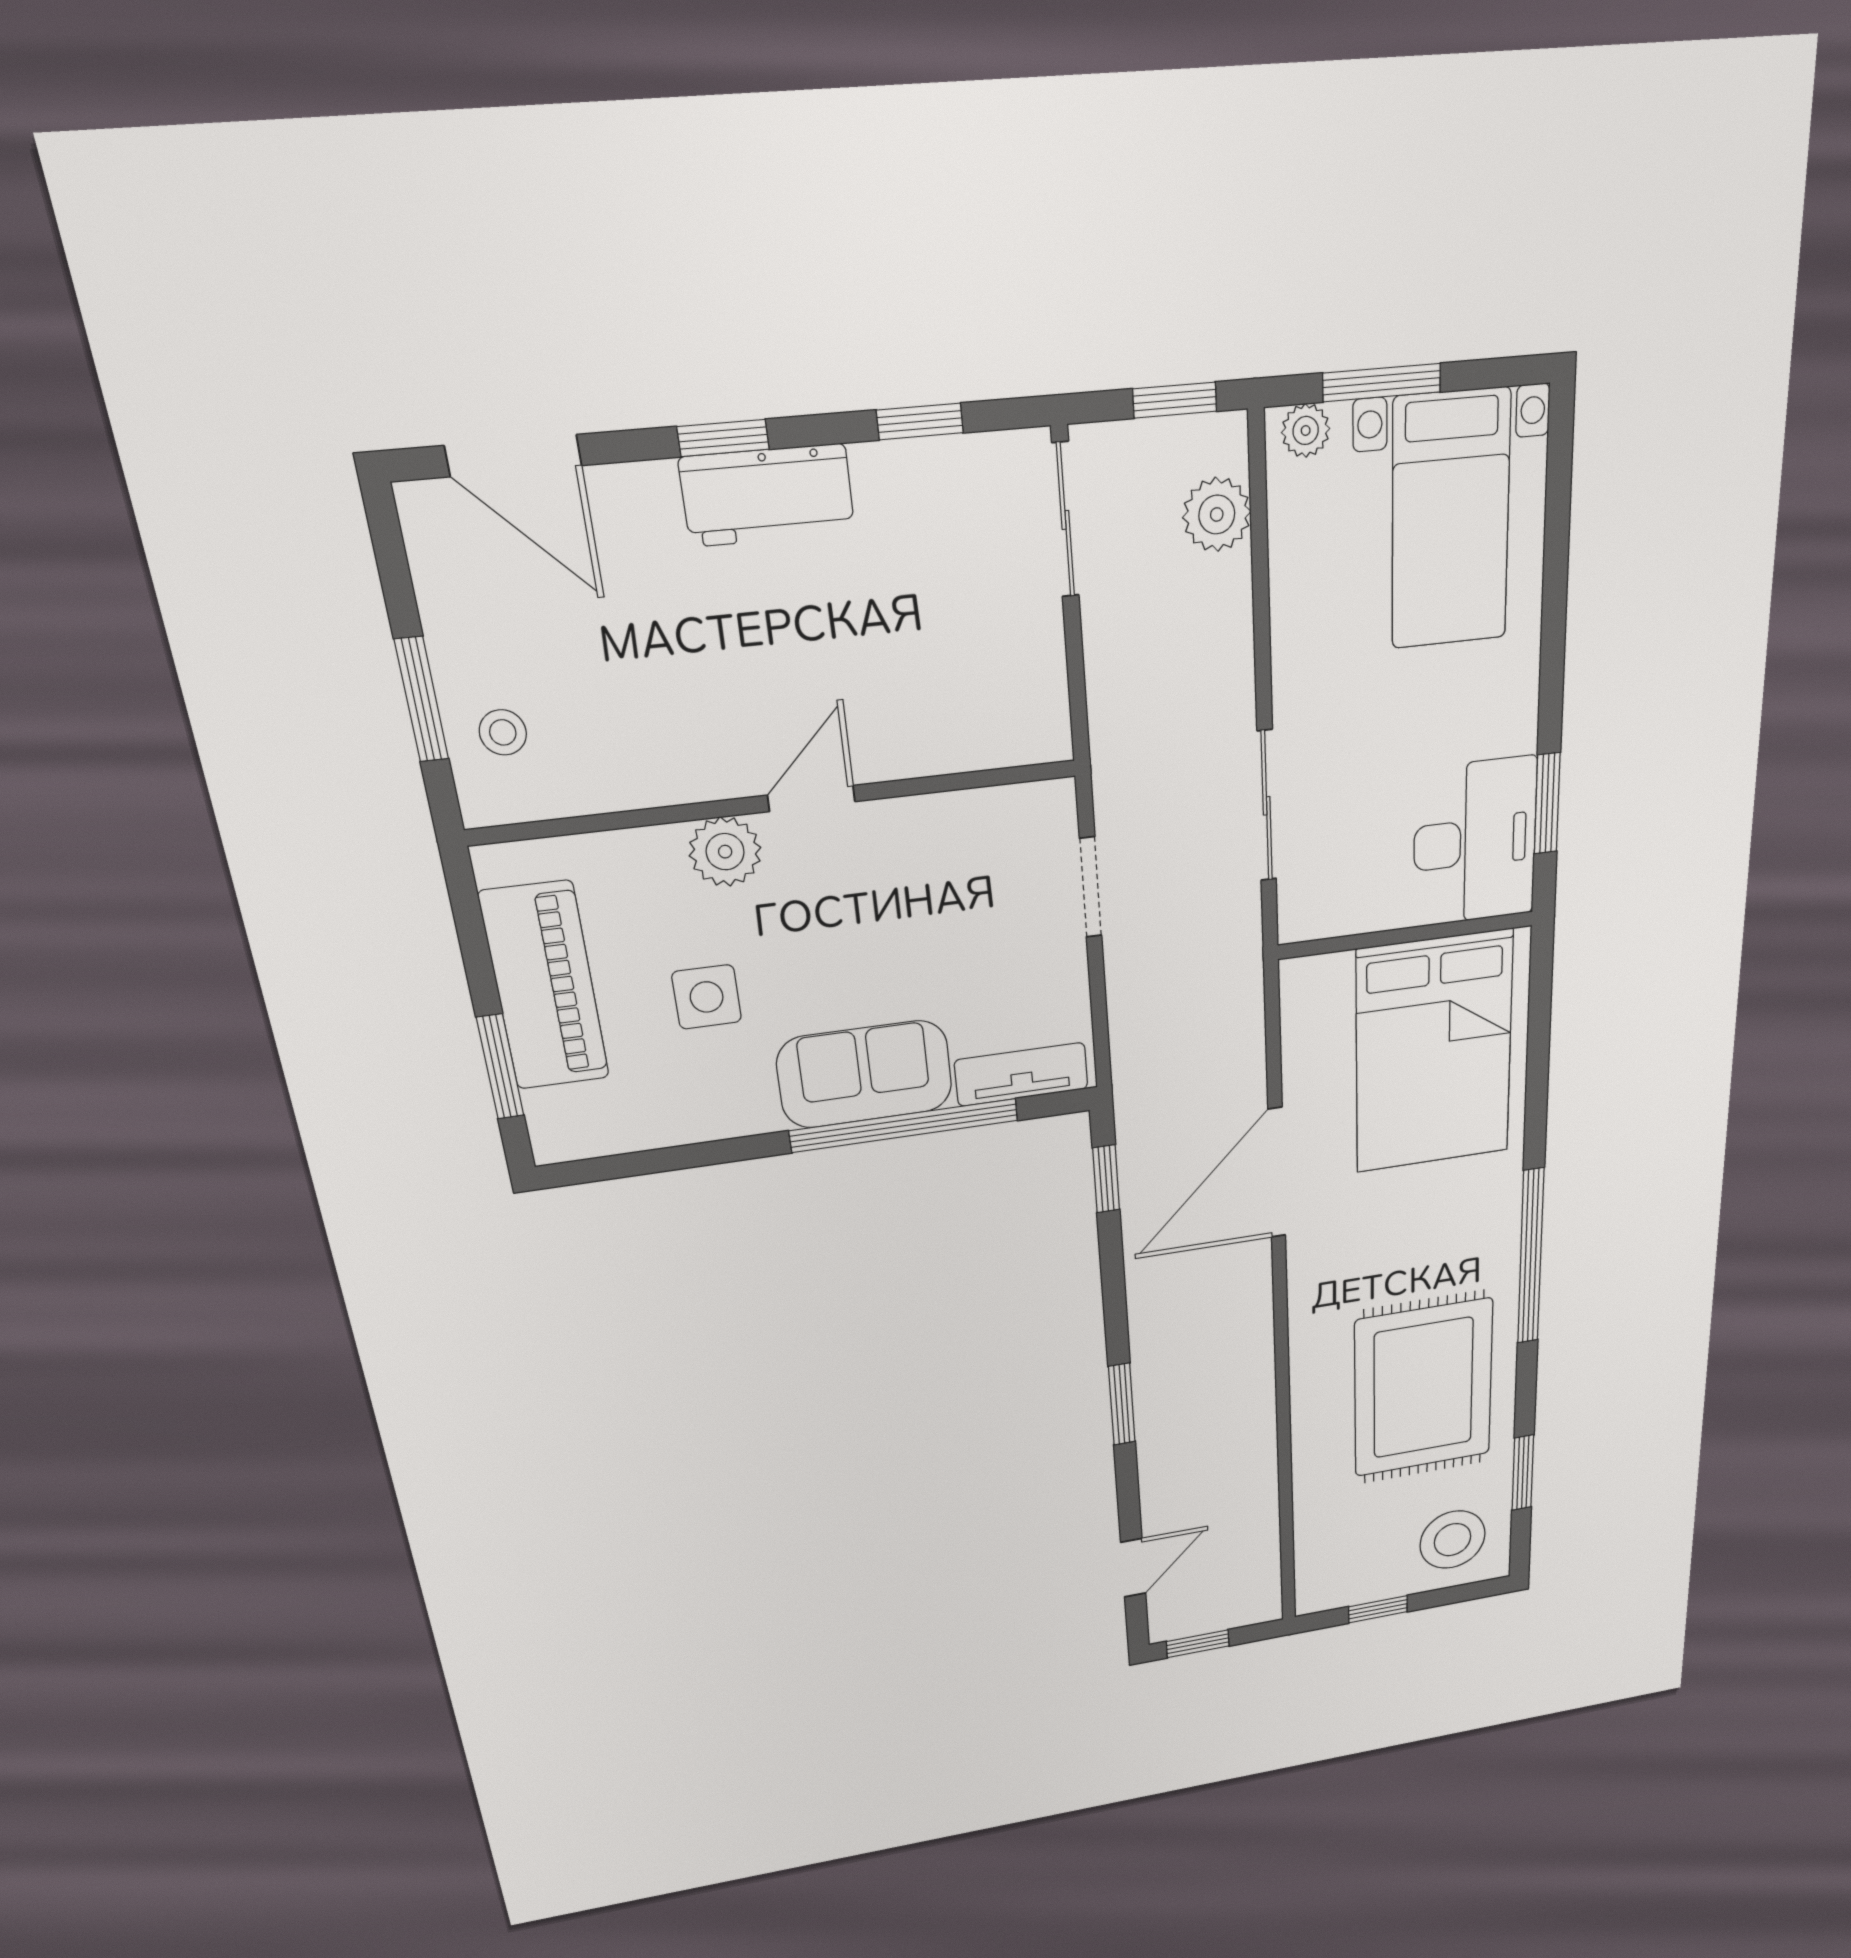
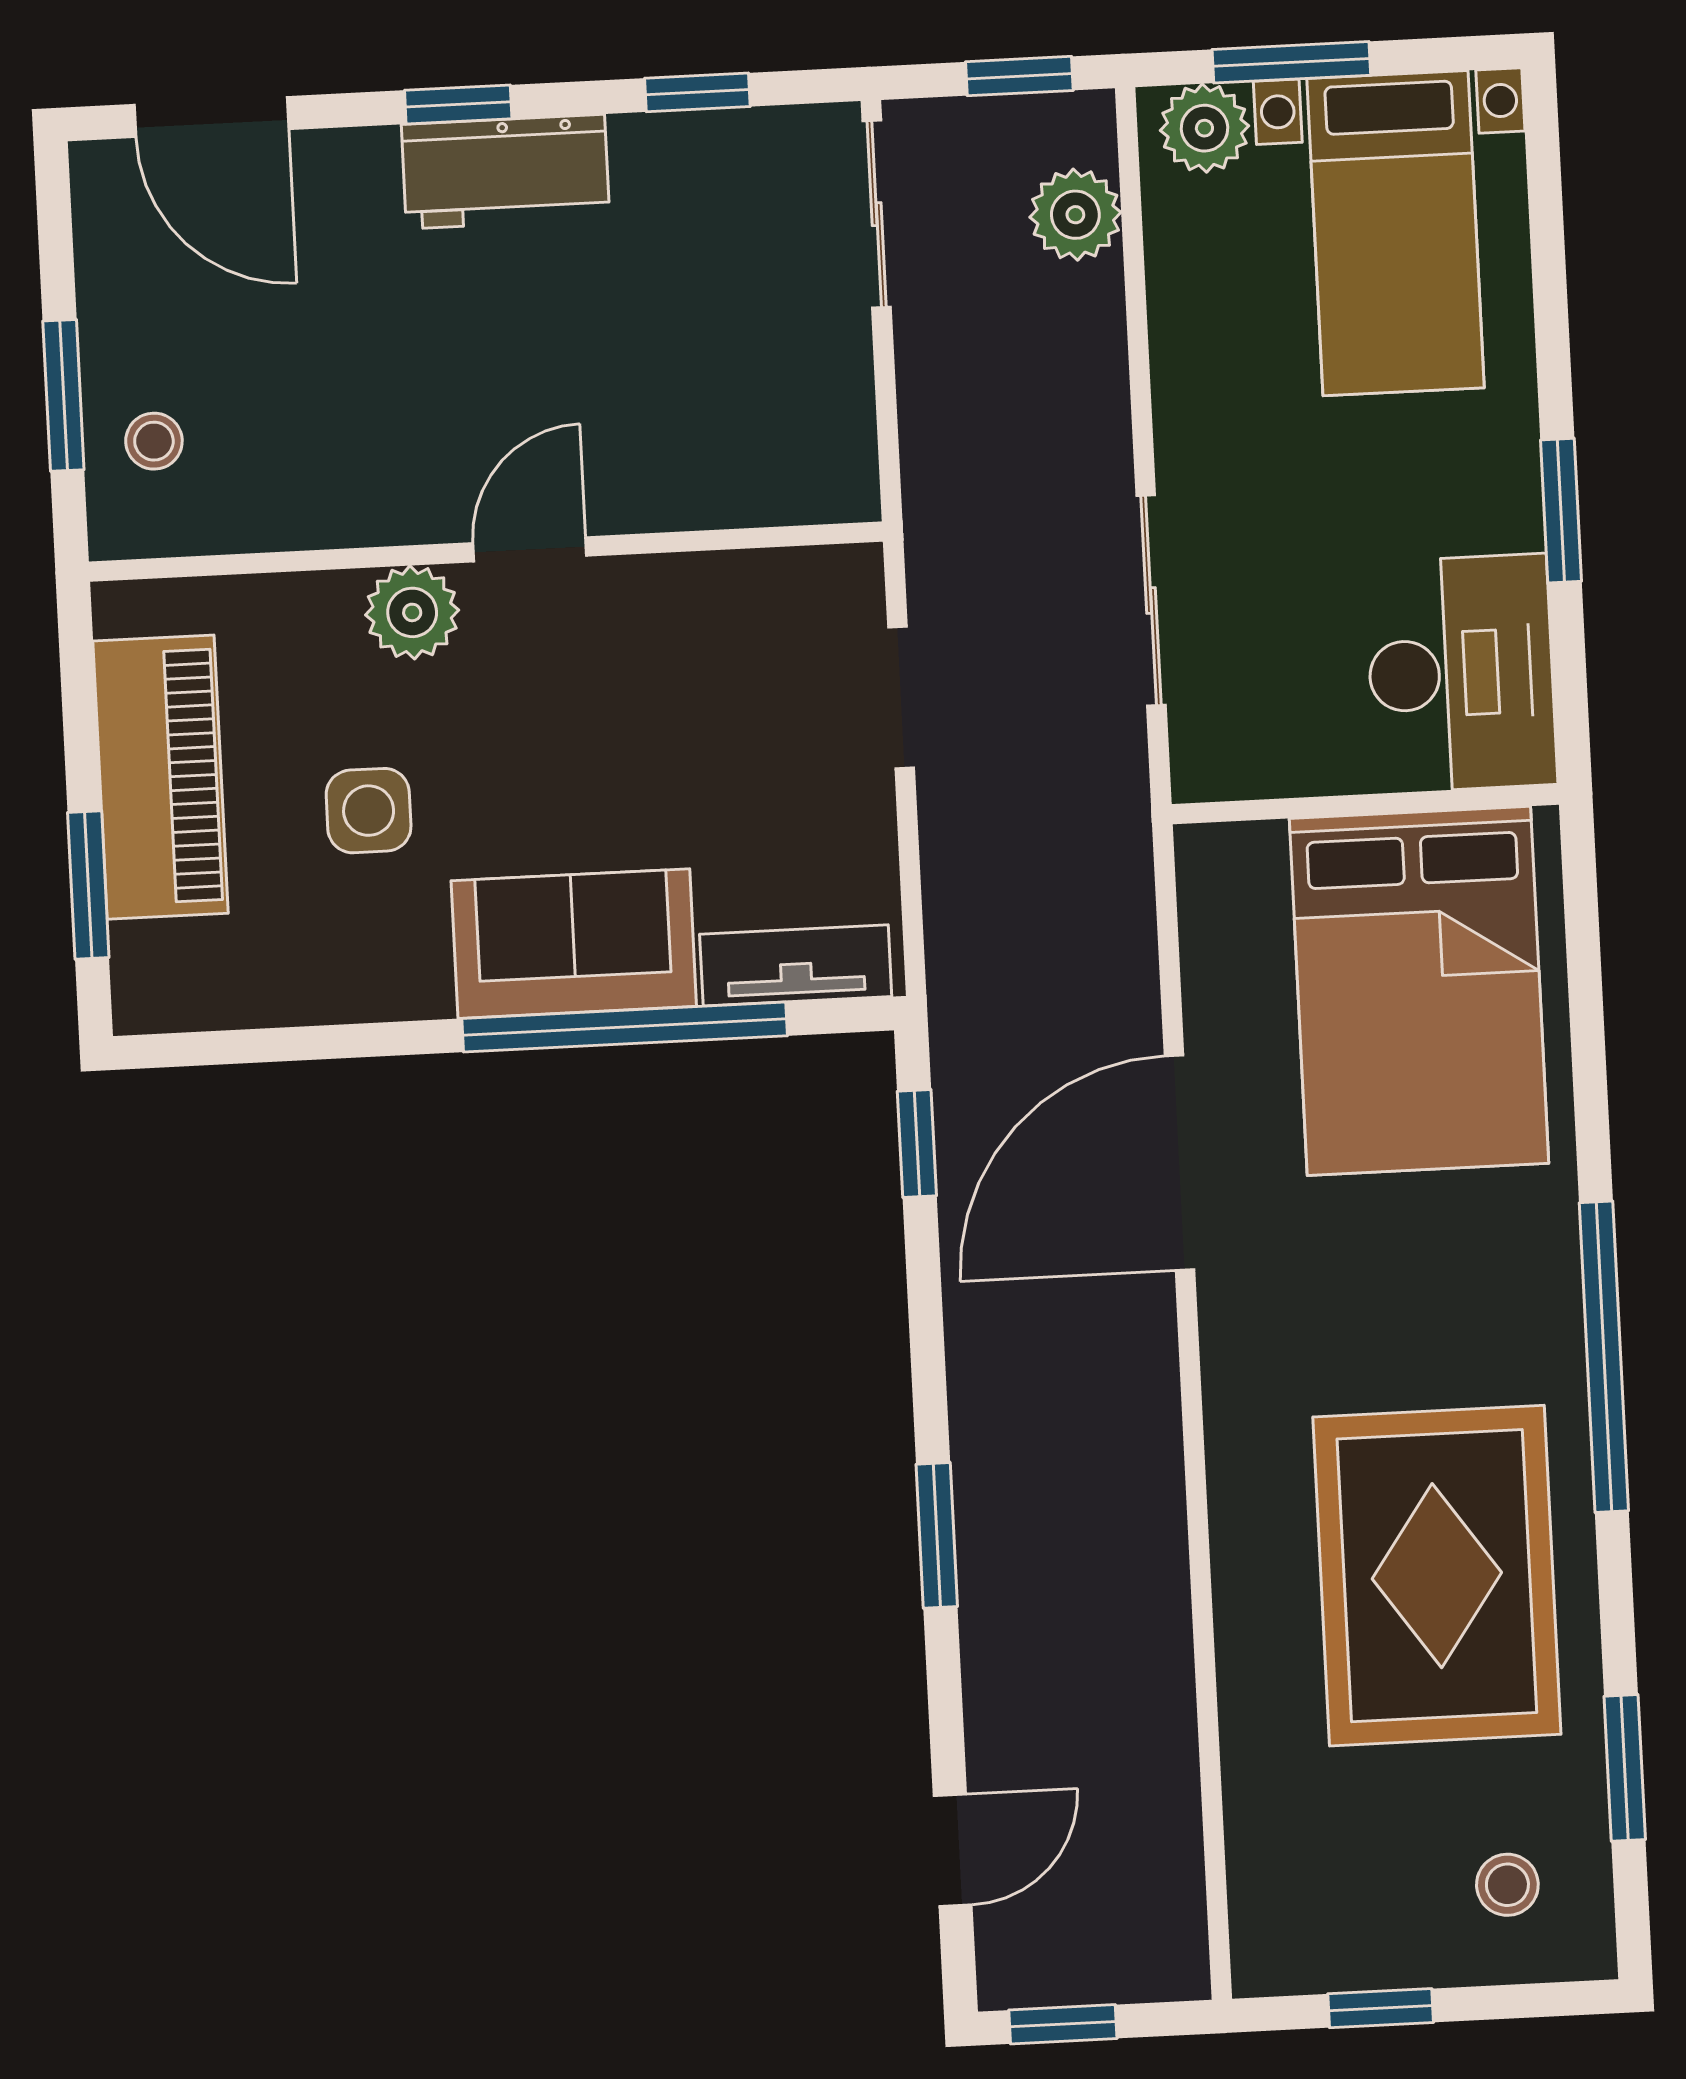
plant: (1306, 431) -> (1204, 128), width x1.38, depth x1.38
window: (1547, 804) -> (1561, 511), moved
stool: (1453, 1540) -> (1507, 1885), width x0.53, depth x0.53

